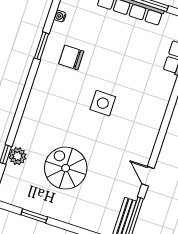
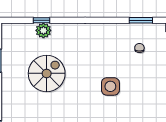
chair: (71, 58) -> (139, 48), width x0.54, depth x0.54

